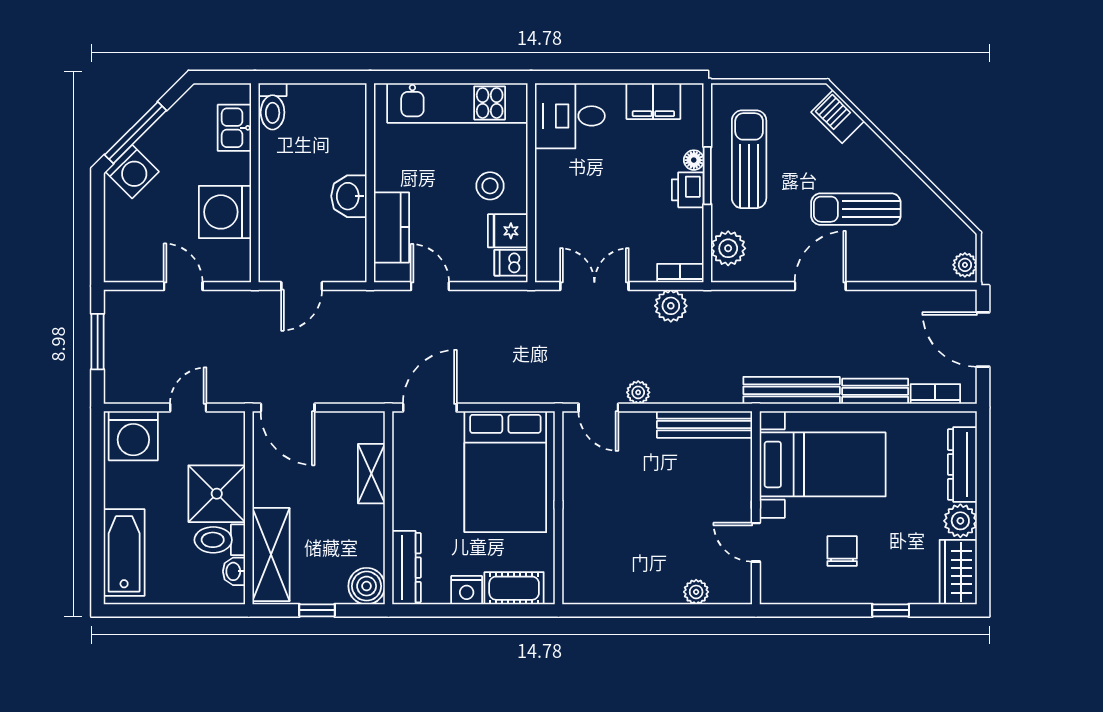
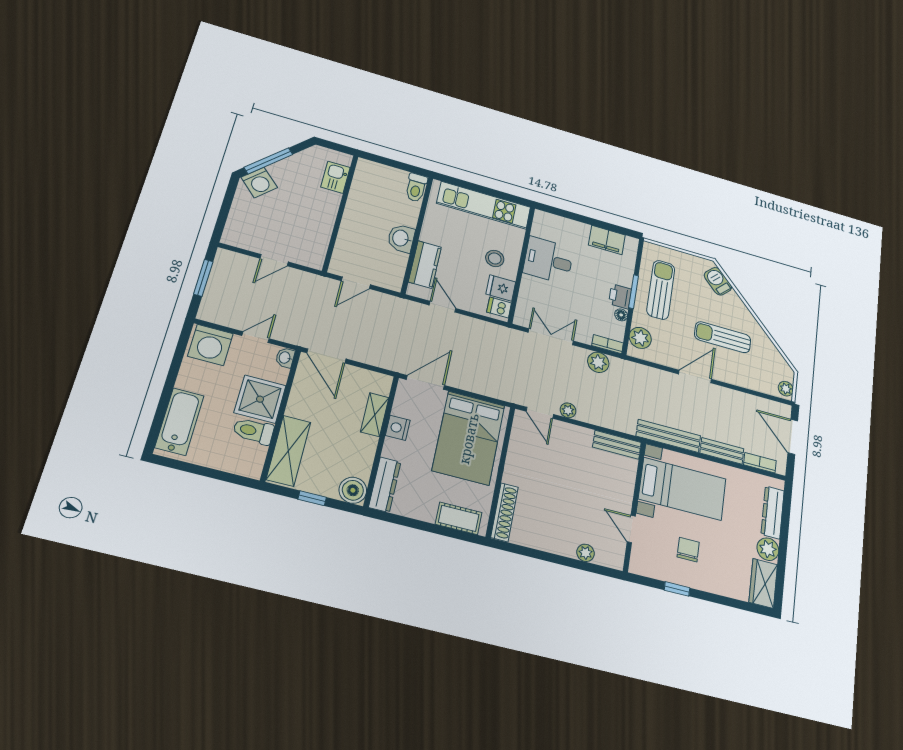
toilet: (273, 106) -> (416, 188), moved
desk: (570, 116) -> (548, 260), moved
floor lamp: (694, 160) -> (621, 315), moved
washing machine: (225, 212) -> (316, 224), removed
door: (183, 286) -> (274, 260), swing flipped
bench: (705, 425) -> (617, 445), width x0.73
shoe rack: (574, 564) -> (504, 512), added
washbasin: (234, 571) -> (285, 358), moved
nightstand: (467, 590) -> (398, 428), moved, turned 90
window: (891, 610) -> (677, 589), moved

